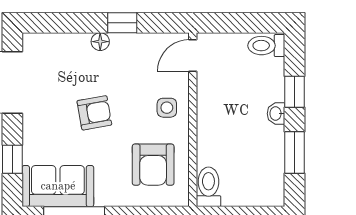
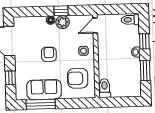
plant: (125, 46) -> (63, 22), added
armchair: (94, 113) -> (49, 54), turned -80
armchair: (153, 165) -> (78, 78), turned 90
sofa: (58, 186) -> (44, 90), moved

